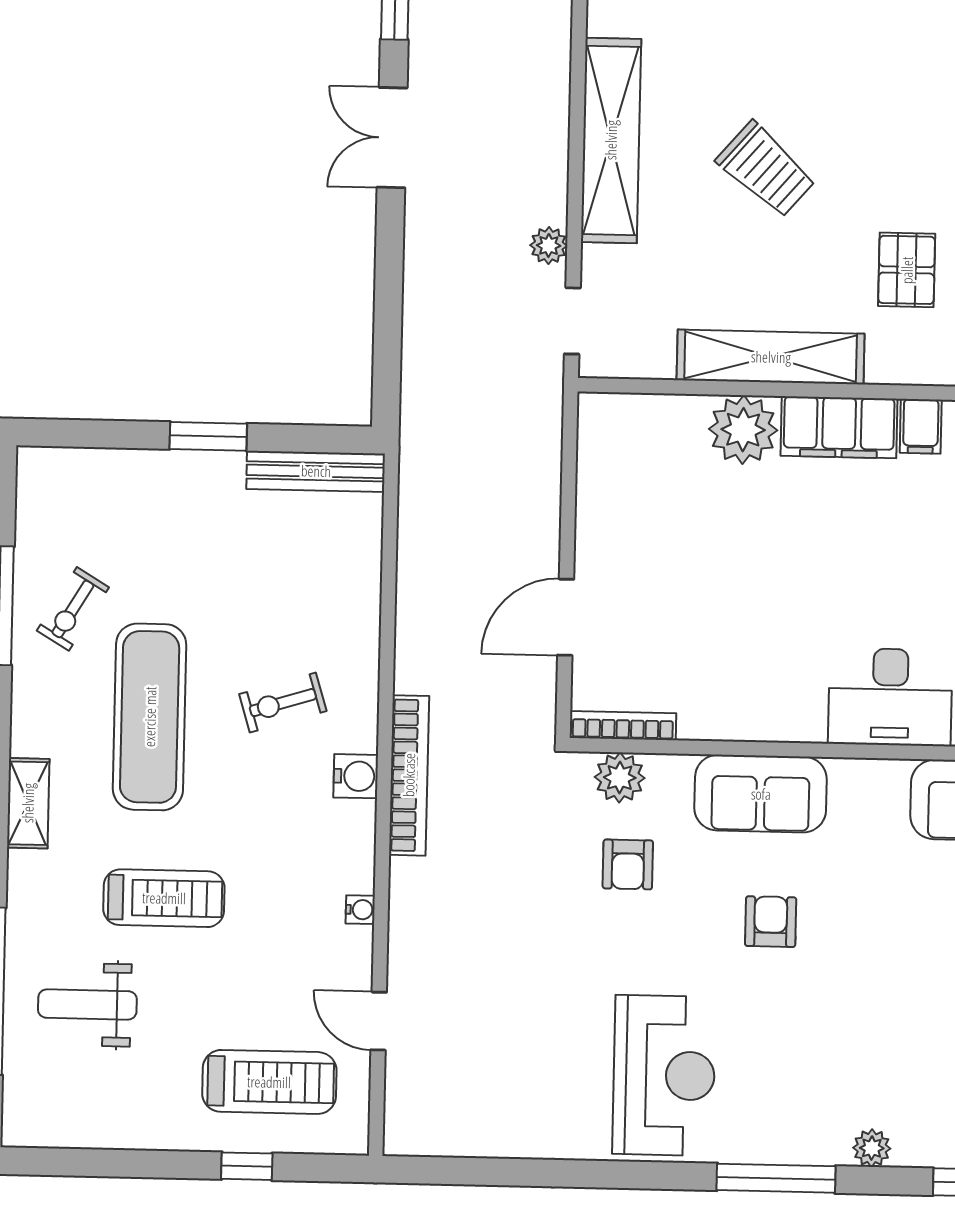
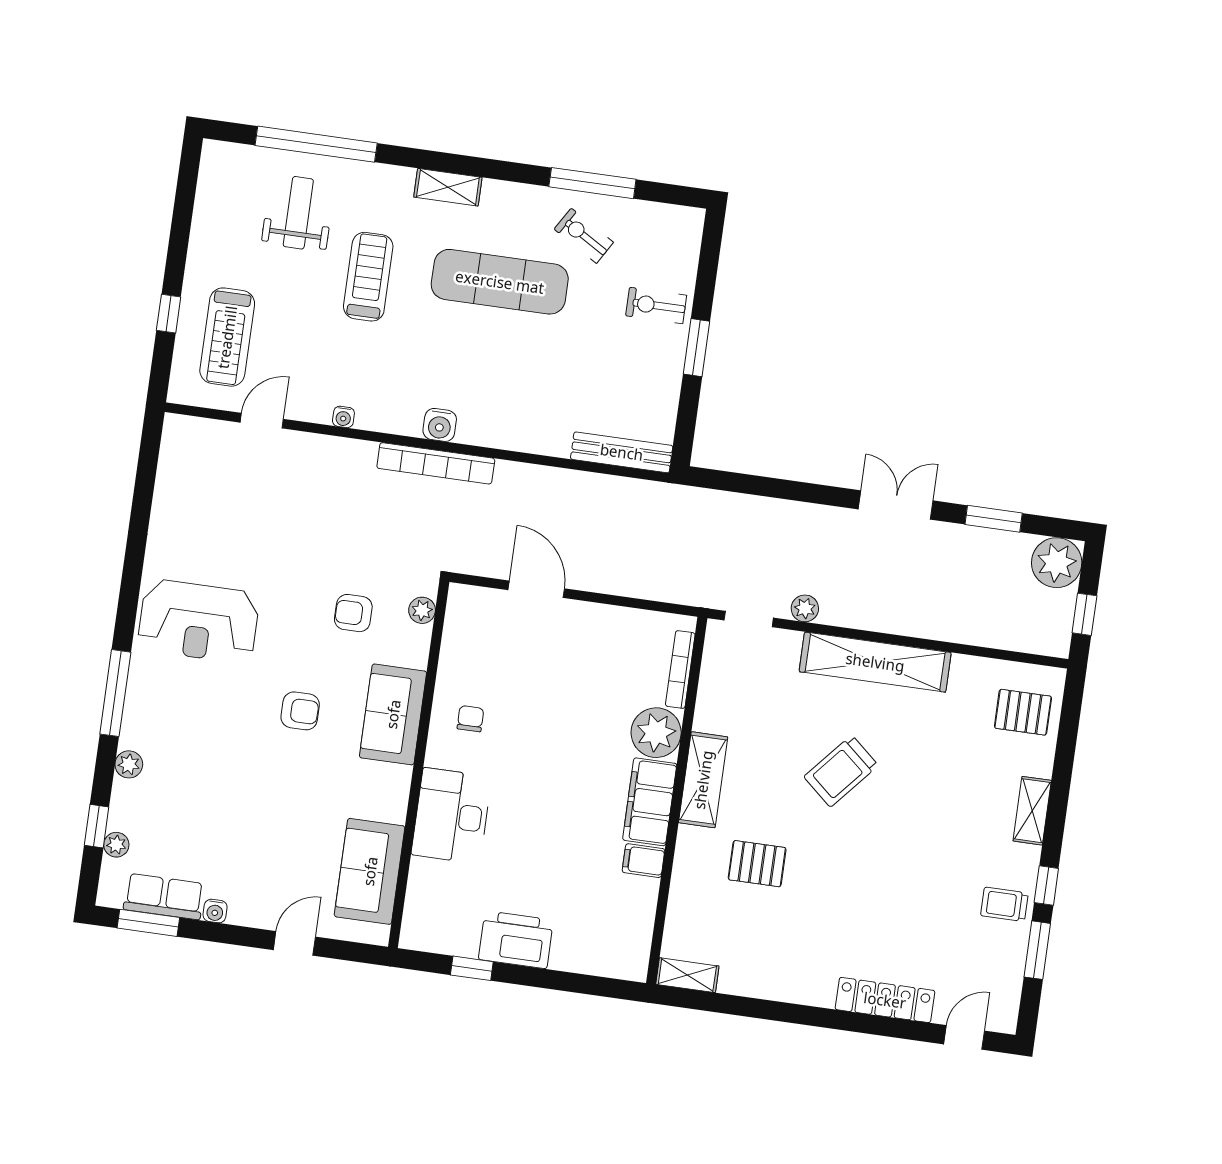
shelving: (771, 357) -> (703, 780), width x0.68
bench: (316, 471) -> (622, 452), moved, turned 90
chair: (754, 687) -> (470, 719), added
exercise bike: (283, 703) -> (656, 305), moved, turned -73
bookcase: (623, 726) -> (680, 670), moved, turned 180
plant: (620, 778) -> (422, 610), width x0.73, depth x0.73
treadmill: (164, 898) -> (368, 277), turned 180

